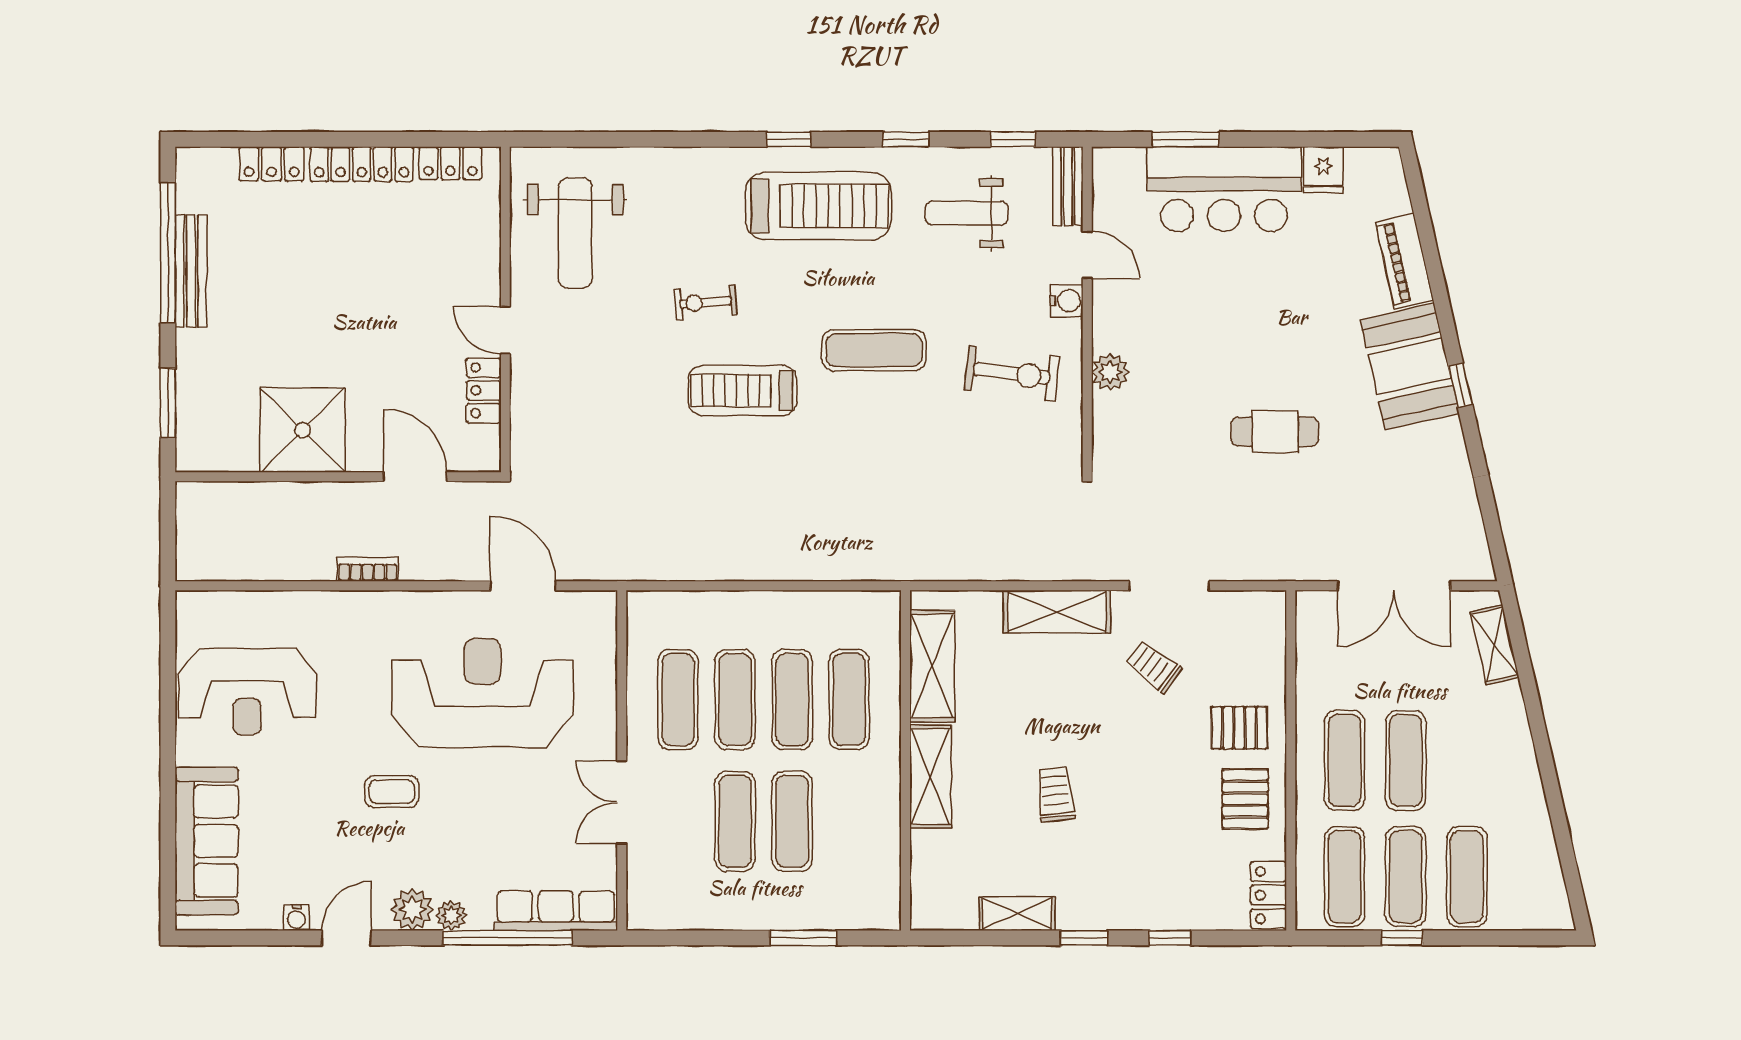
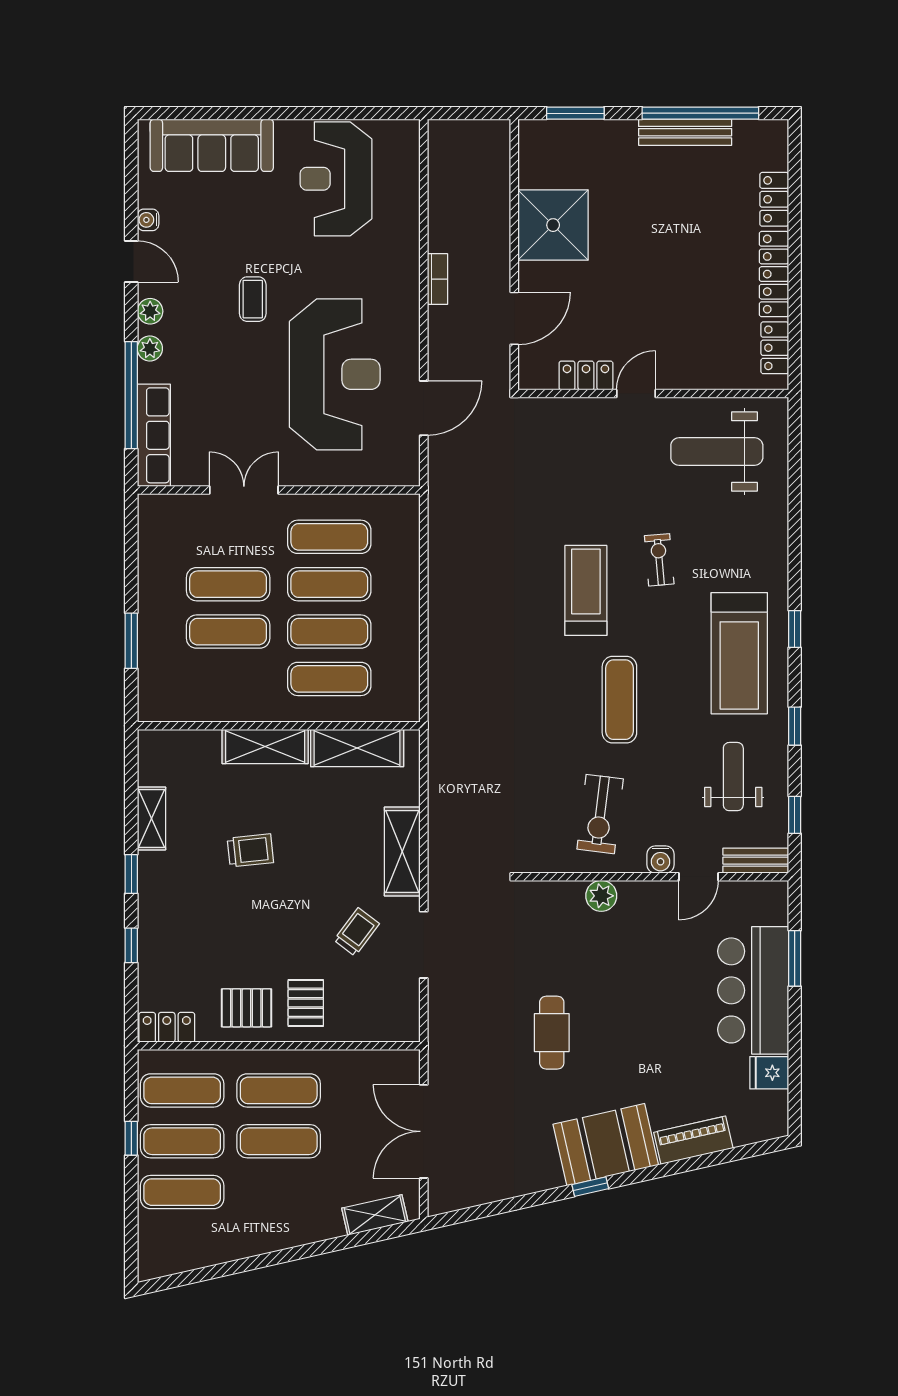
plant: (412, 909) -> (150, 311), width x0.73, depth x0.73

